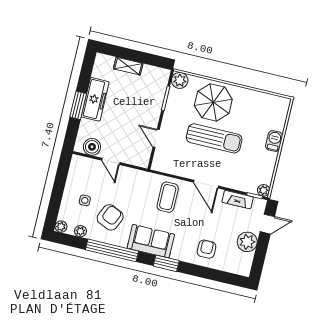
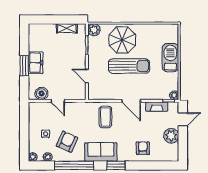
shelving: (128, 66) -> (67, 28), moved
freezer: (95, 99) -> (36, 63), width x0.71
barbecue: (274, 141) -> (170, 58), width x1.88, depth x1.53

